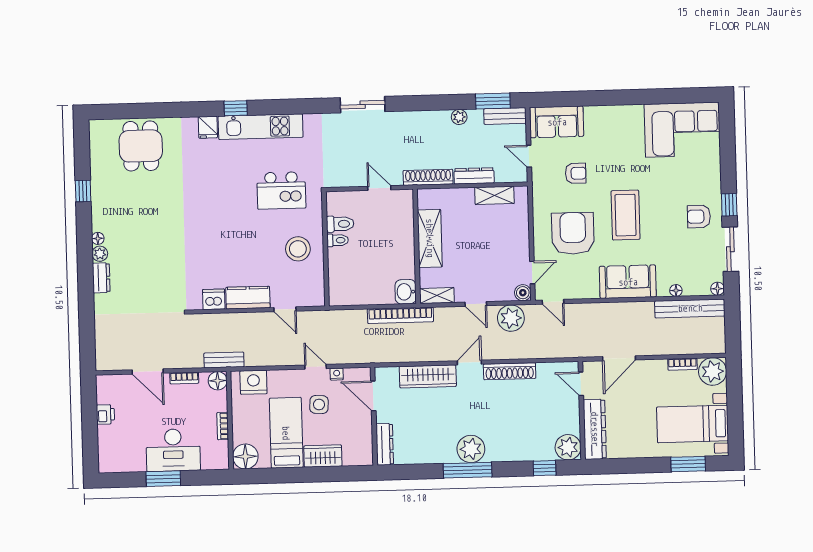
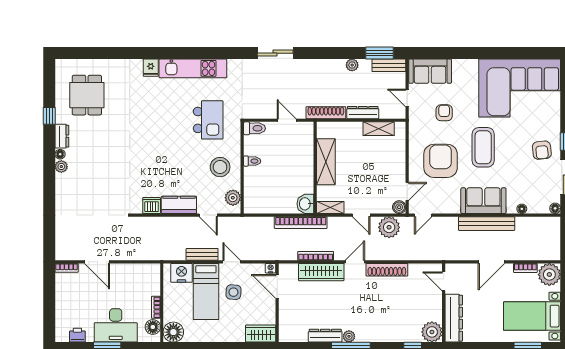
window: (236, 108) -> (173, 53), removed
corner sofa: (682, 130) -> (520, 88), width x1.36, depth x1.36
dining table: (141, 146) -> (87, 95), moved
armchair: (576, 173) -> (444, 113), turned -90
kitchen island: (281, 190) -> (208, 120), turned -90
armchair: (699, 217) -> (542, 150), turned -96
toilet: (340, 224) -> (254, 128), moved
dresser: (101, 278) -> (62, 136), moved
plant: (315, 287) -> (233, 198), added
door: (553, 302) -> (423, 215), hinge flipped
bench: (690, 308) -> (487, 224), moved
bookcase: (420, 356) -> (316, 256), added
door: (619, 358) -> (491, 262), moved
bench: (224, 360) -> (202, 254), moved
nightstand: (337, 374) -> (271, 268), moved
bookcase: (184, 378) -> (67, 268), moved
floor lamp: (218, 381) -> (153, 327), moved
printer: (105, 414) -> (77, 335), moved, turned -90
bed: (286, 433) -> (206, 292), moved, turned 180
dresser: (385, 444) -> (325, 336), moved, turned -90
plant: (471, 449) -> (349, 336), width x0.53, depth x0.53
wardrobe: (323, 456) -> (261, 334), moved

